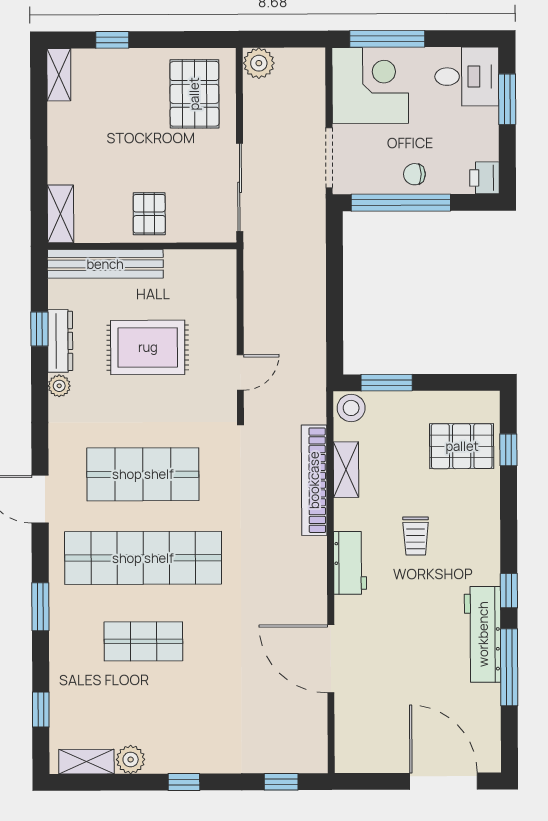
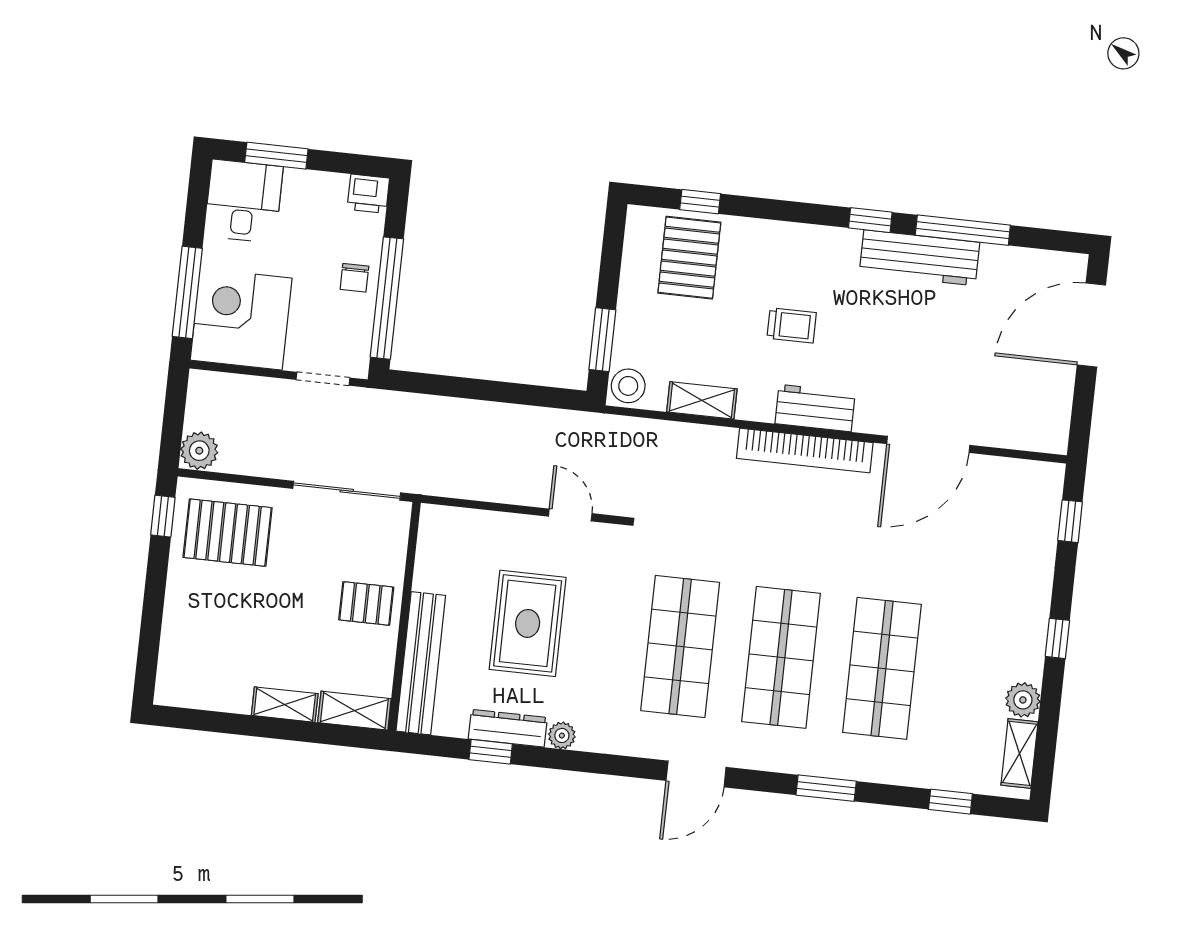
window: (112, 40) -> (163, 516), moved
shelving: (59, 75) -> (285, 705), moved
doorway: (329, 158) -> (323, 379), width x0.73
bookcase: (314, 480) -> (805, 450), moved
shop shelf: (143, 558) -> (781, 657), width x0.71
shop shelf: (143, 641) -> (882, 668), width x1.43, depth x1.36

